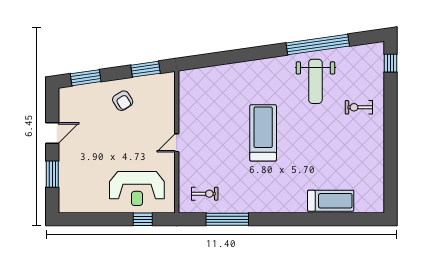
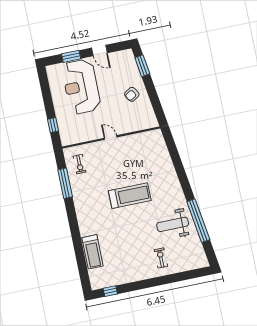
window: (390, 63) -> (110, 291), moved
window: (145, 69) -> (157, 106), removed
reception desk: (137, 188) -> (81, 87), moved, width x1.36, depth x1.30

